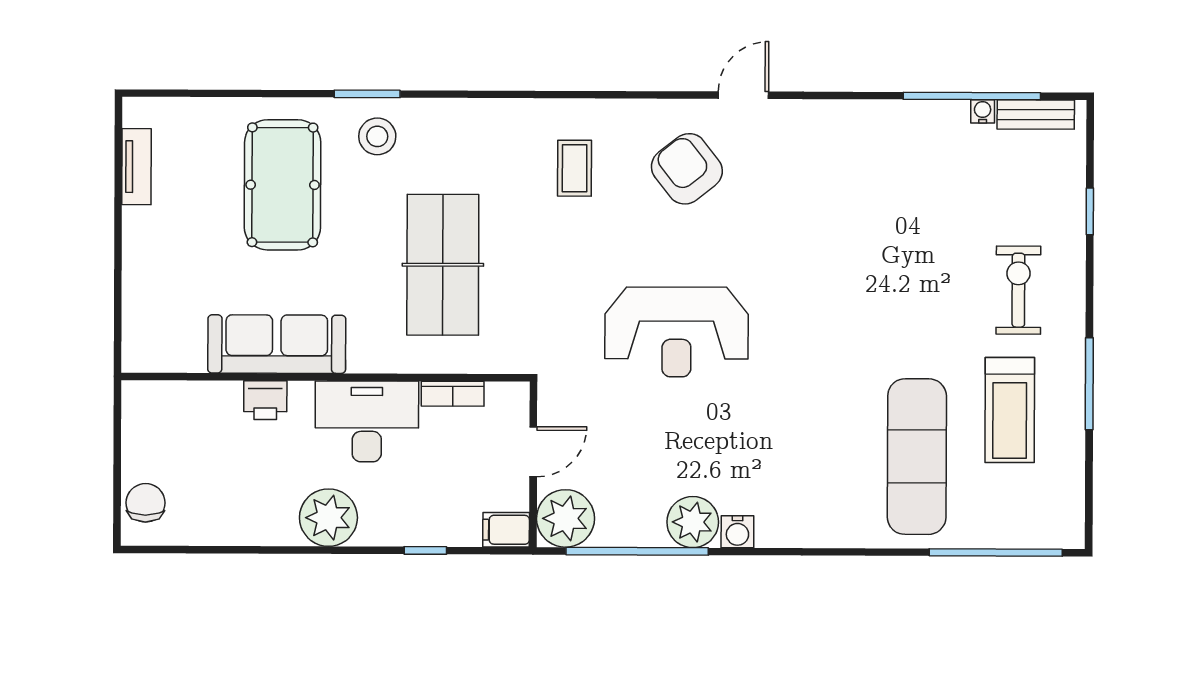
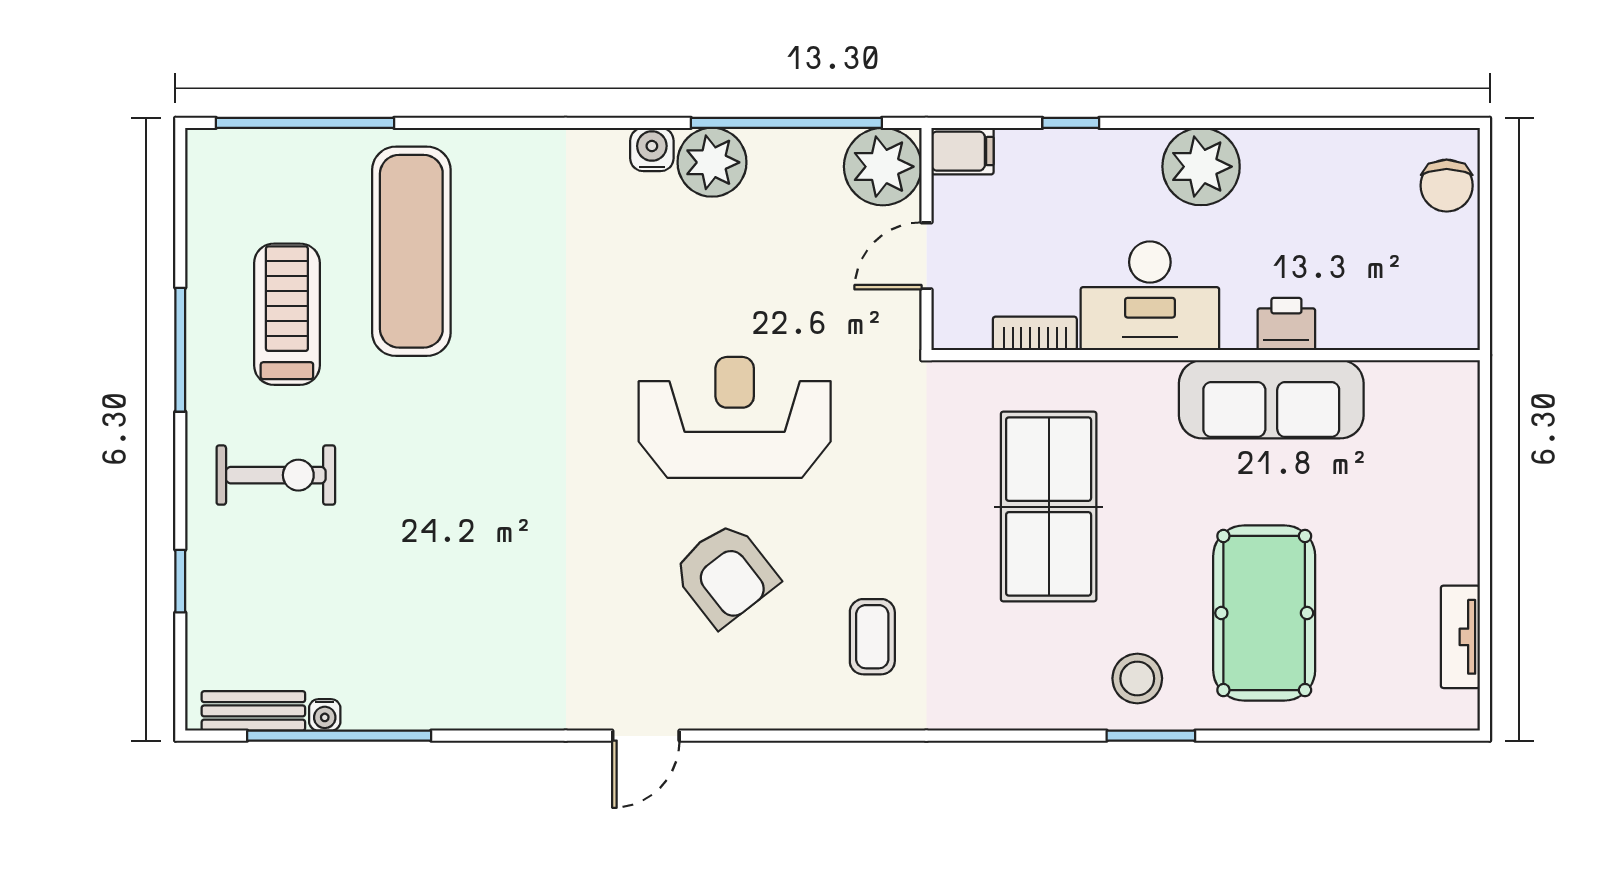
armchair: (687, 169) -> (725, 574), moved
exercise bike: (1018, 290) -> (276, 475), turned -90

